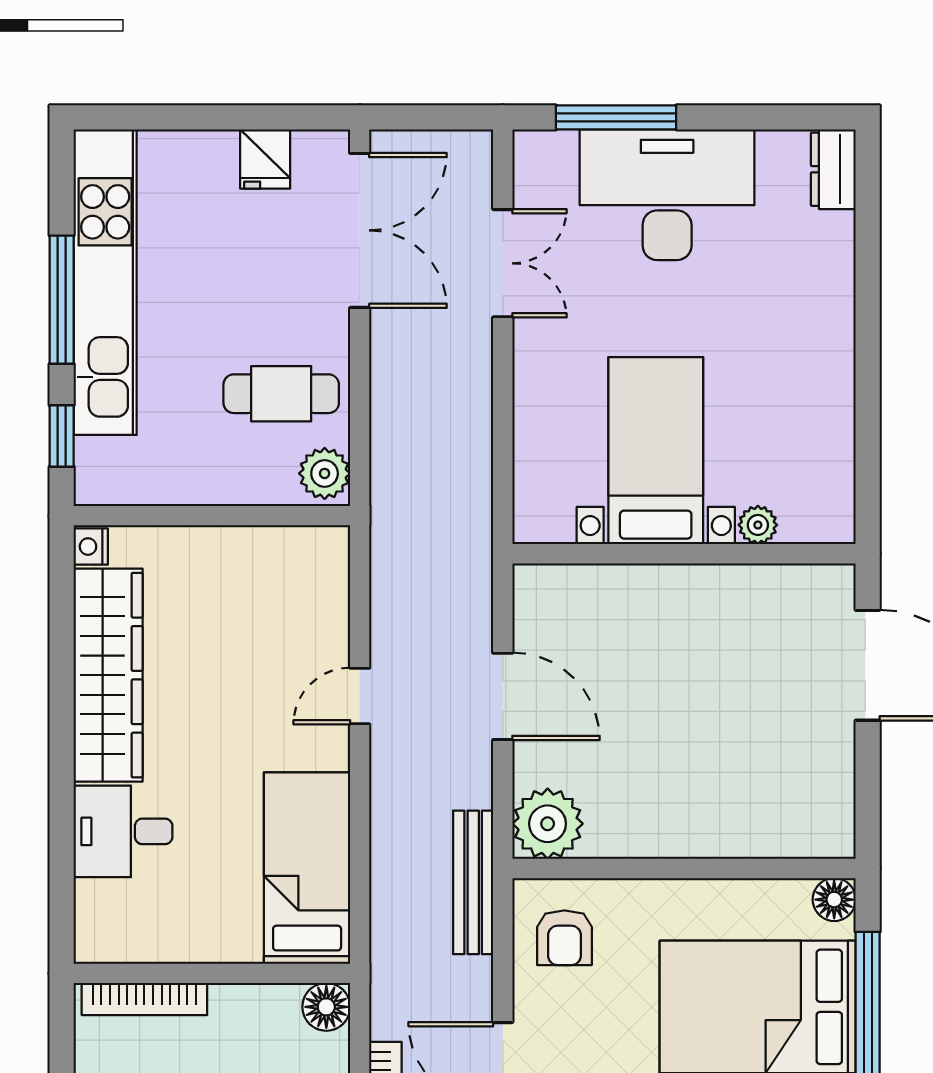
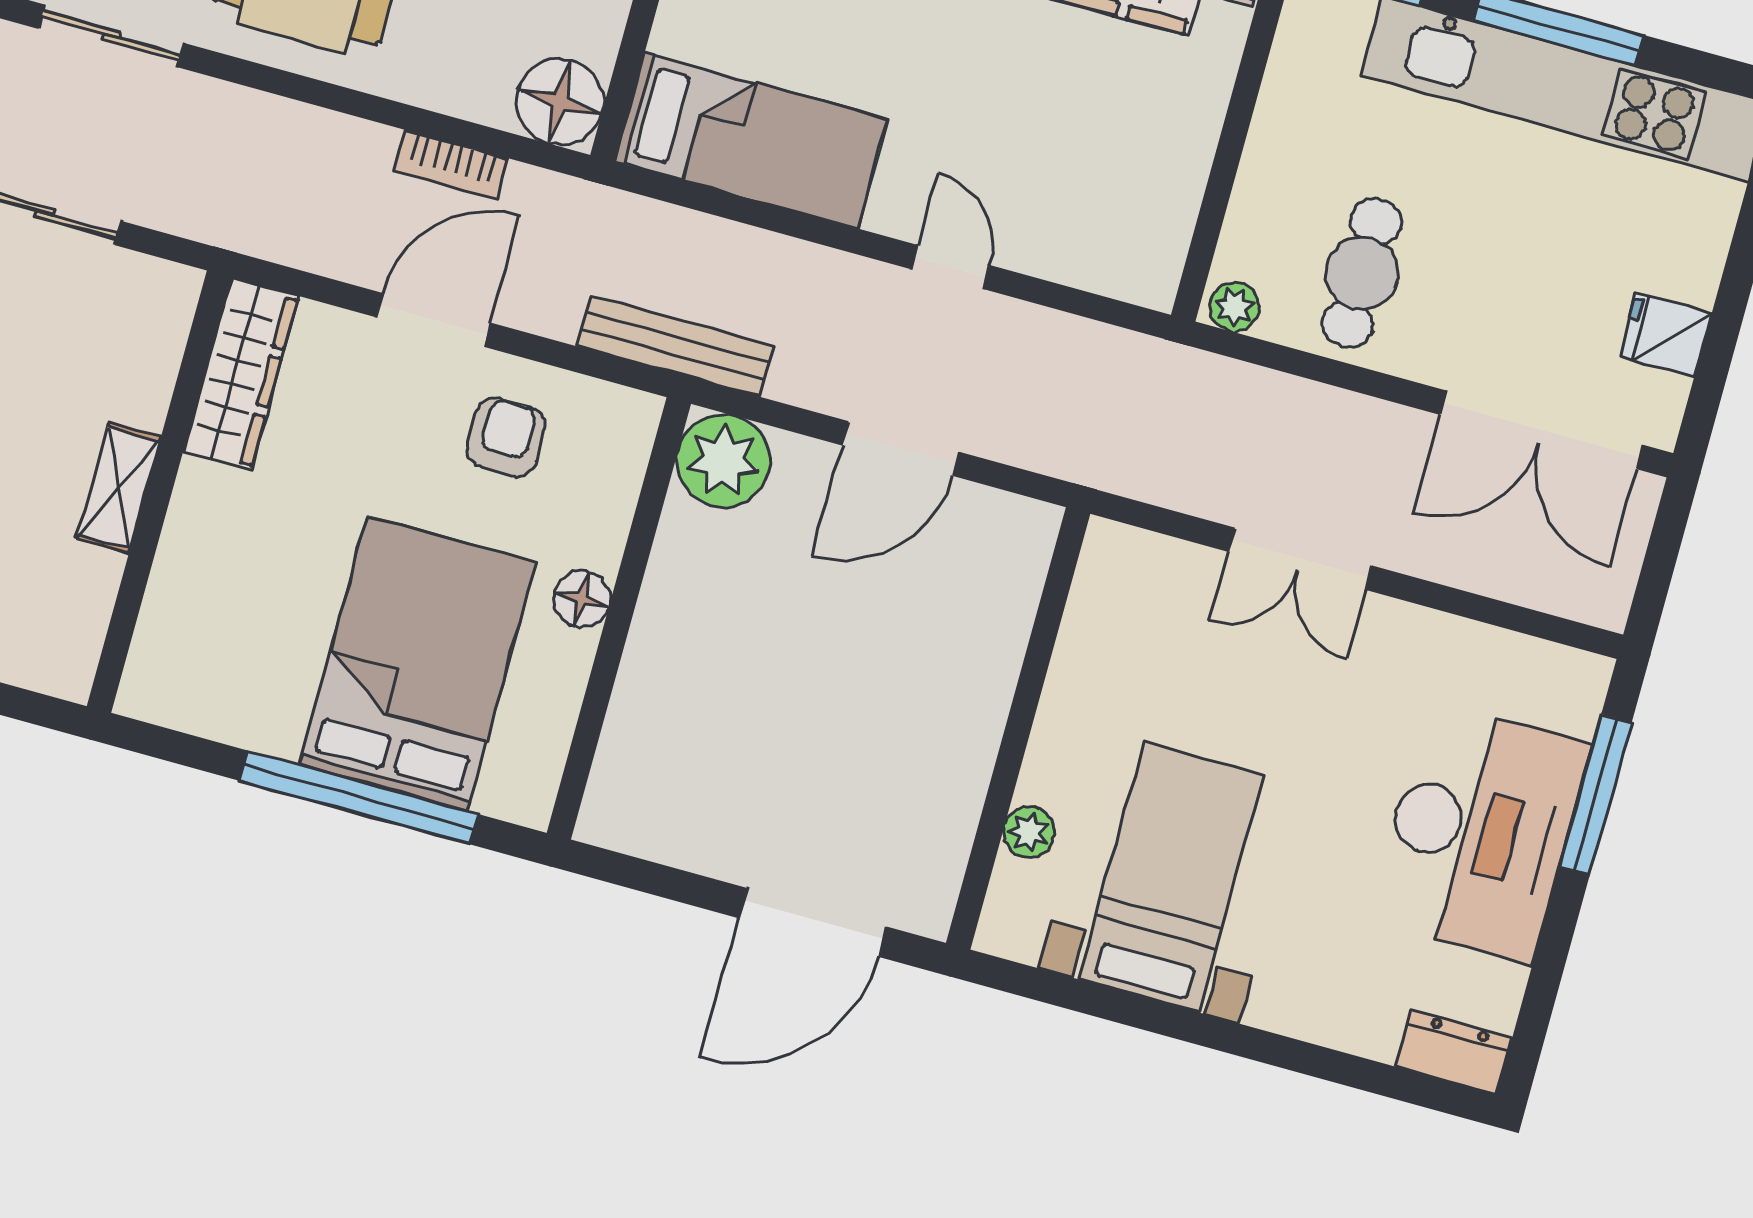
double door: (503, 263) -> (1300, 559), moved
bed with nightstands: (656, 451) -> (1171, 877), moved, turned -90
plant: (325, 473) -> (1234, 307), width x0.73, depth x0.73
floor lamp: (834, 900) -> (582, 599), moved
armchair: (564, 938) -> (506, 437), moved, turned 90
floor lamp: (326, 1007) -> (560, 102), width x1.38, depth x1.38

